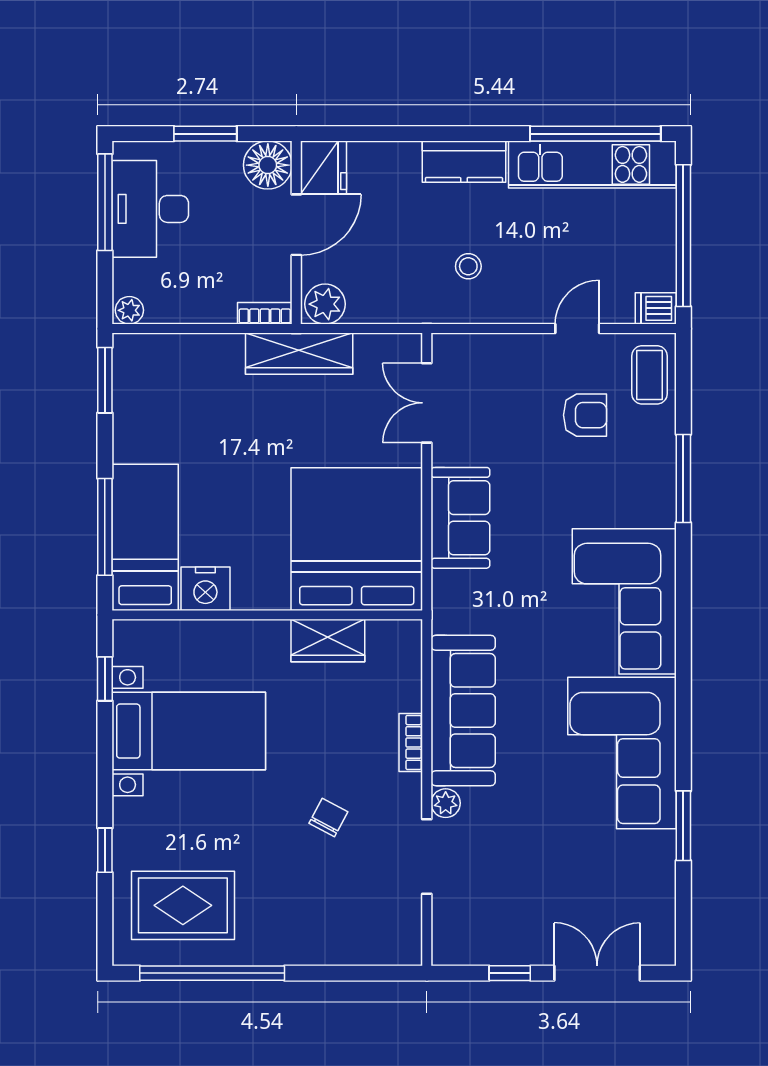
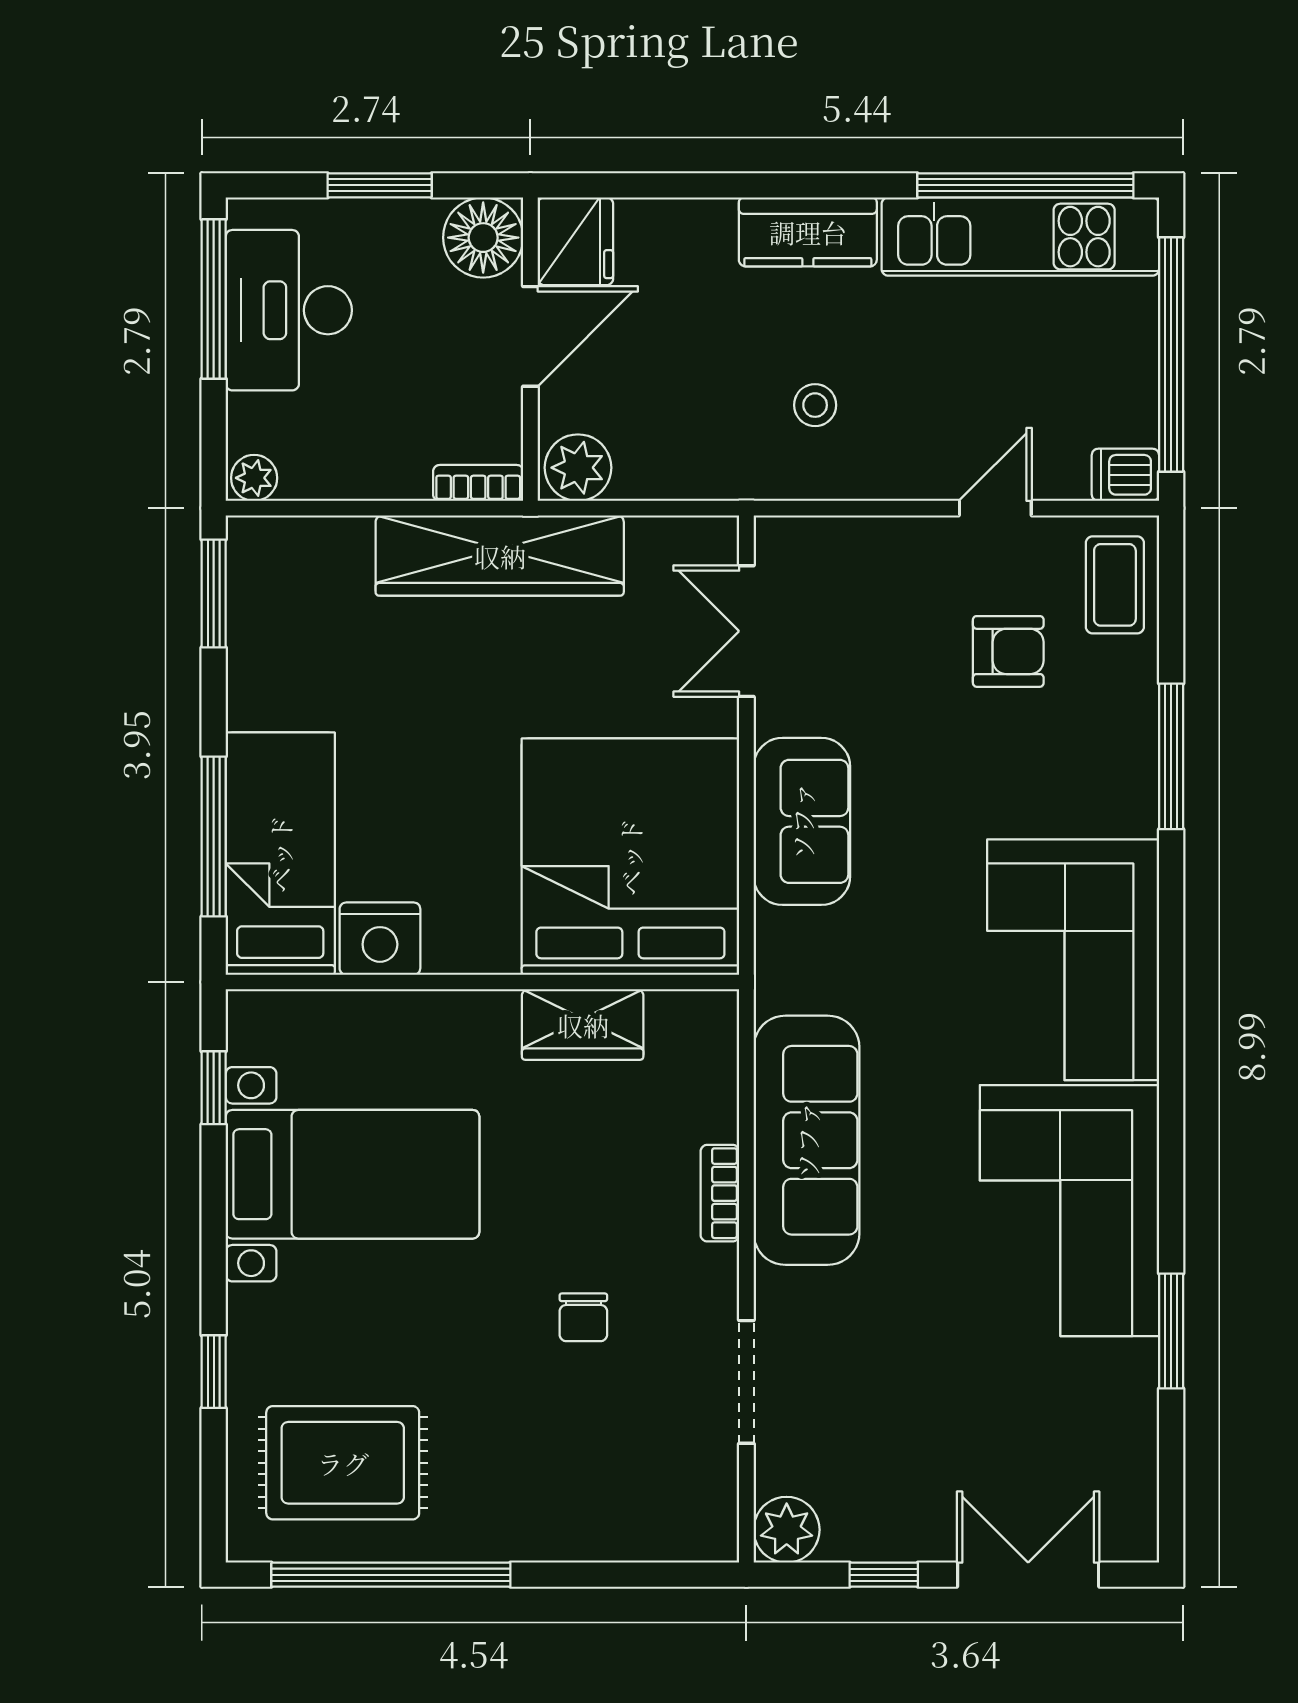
wardrobe: (299, 354) -> (500, 556), width x1.40, depth x1.17
plant: (446, 803) -> (787, 1530), moved, width x1.38, depth x1.38
chair: (328, 817) -> (583, 1317), turned 152

